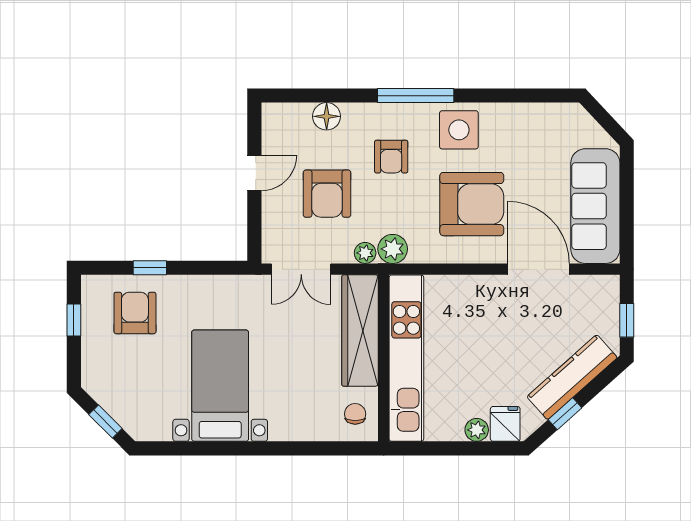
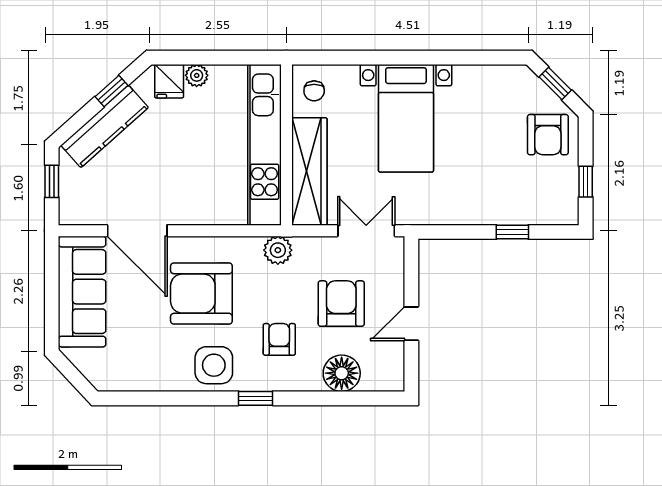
window: (416, 96) -> (256, 398), width x0.46
floor lamp: (327, 116) -> (342, 373), width x1.38, depth x1.38
plant: (365, 253) -> (304, 246), removed
armchair: (135, 313) -> (548, 135), moved
bed with nightstands: (220, 386) -> (406, 118), moved

